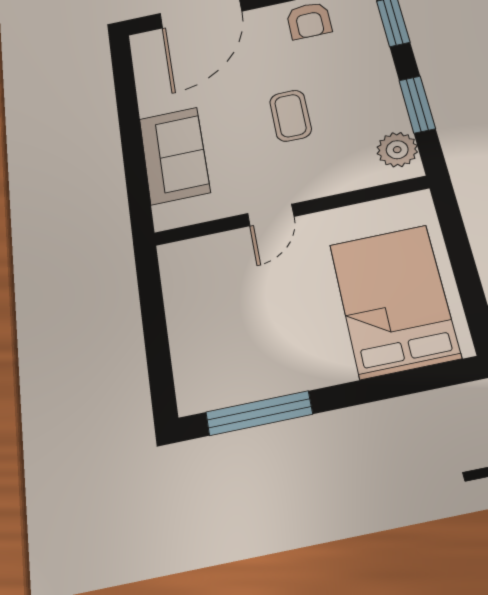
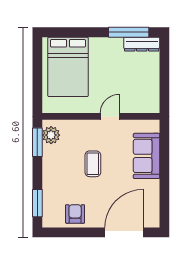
window: (417, 104) -> (37, 142), moved
dresser: (221, 391) -> (142, 44), added

